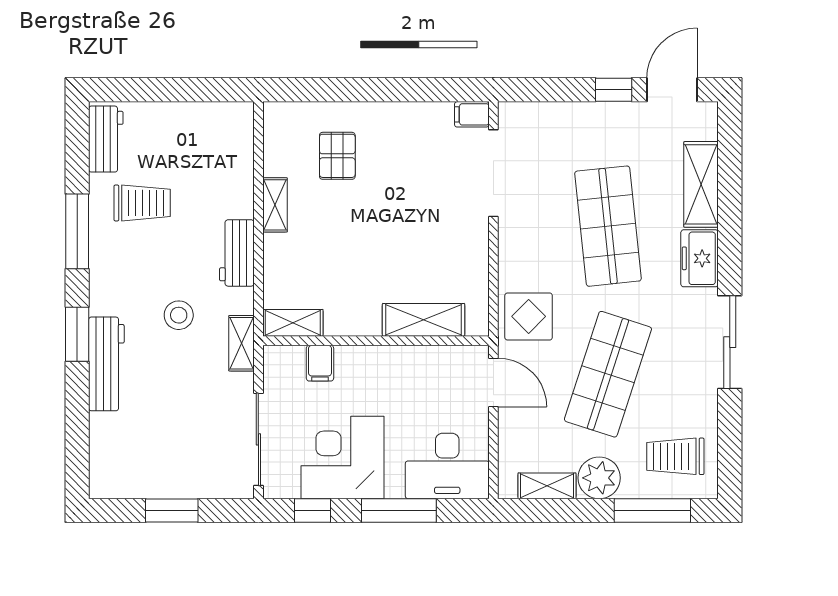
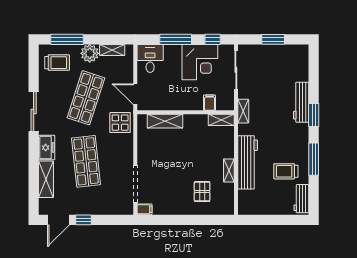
workbench: (237, 253) -> (248, 162), width x1.88, depth x1.32
stool: (179, 315) -> (270, 123), removed
desk: (447, 466) -> (150, 58), width x0.73

